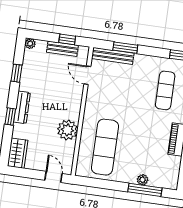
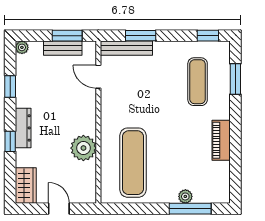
window: (67, 39) -> (67, 36), width x1.50
door: (53, 177) -> (59, 209), moved

